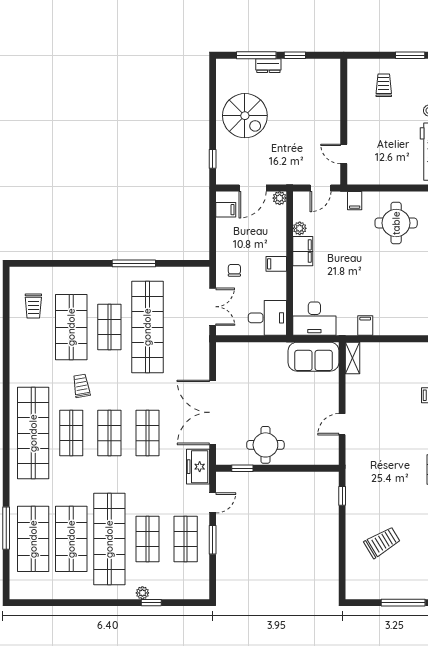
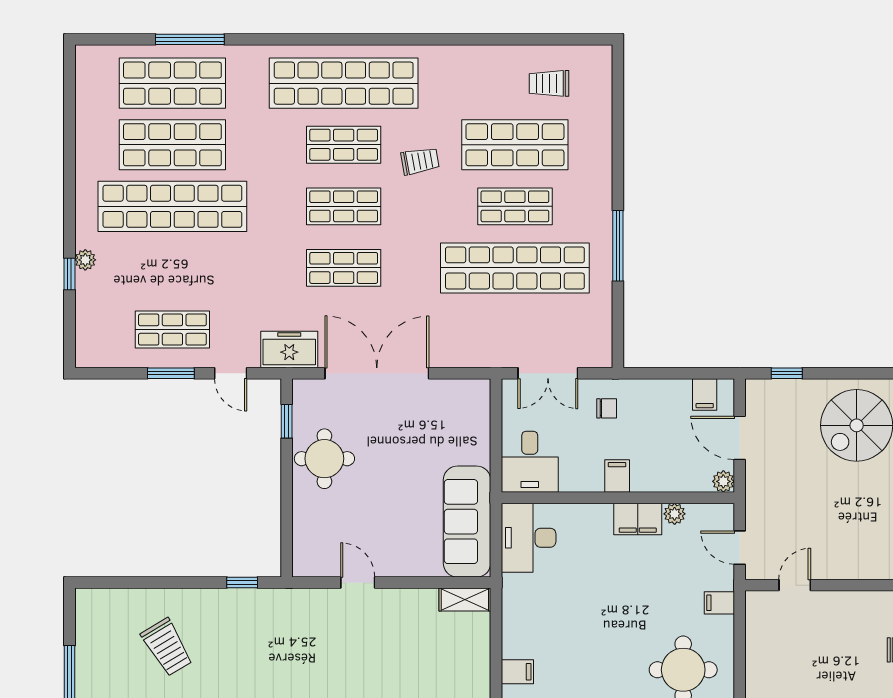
filing cabinet: (365, 326) -> (517, 672), moved
sofa: (314, 357) -> (467, 522), width x1.36
shop shelf: (147, 539) -> (172, 268), removed

